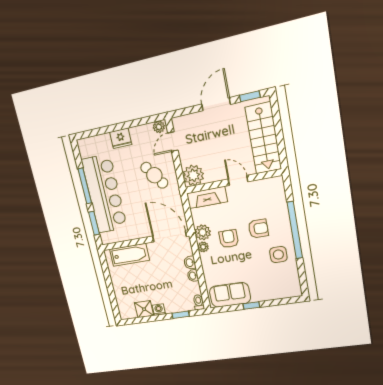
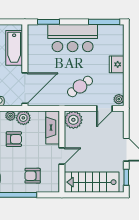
door: (173, 142) -> (104, 108), swing flipped
window: (85, 186) -> (104, 22), moved
bar counter: (104, 194) -> (73, 38), width x0.73
armchair: (258, 229) -> (33, 176), moved, turned 90

